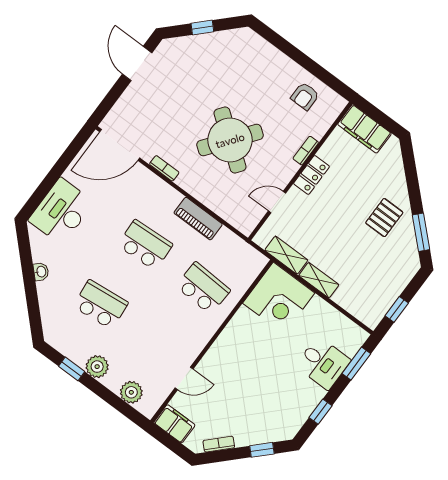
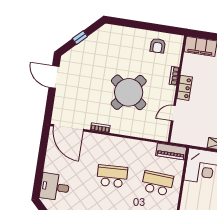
door: (120, 145) -> (68, 128), hinge flipped
desk: (61, 211) -> (55, 187), width x0.73
piano: (198, 219) -> (171, 152), moved
shelving: (286, 255) -> (194, 140), removed

